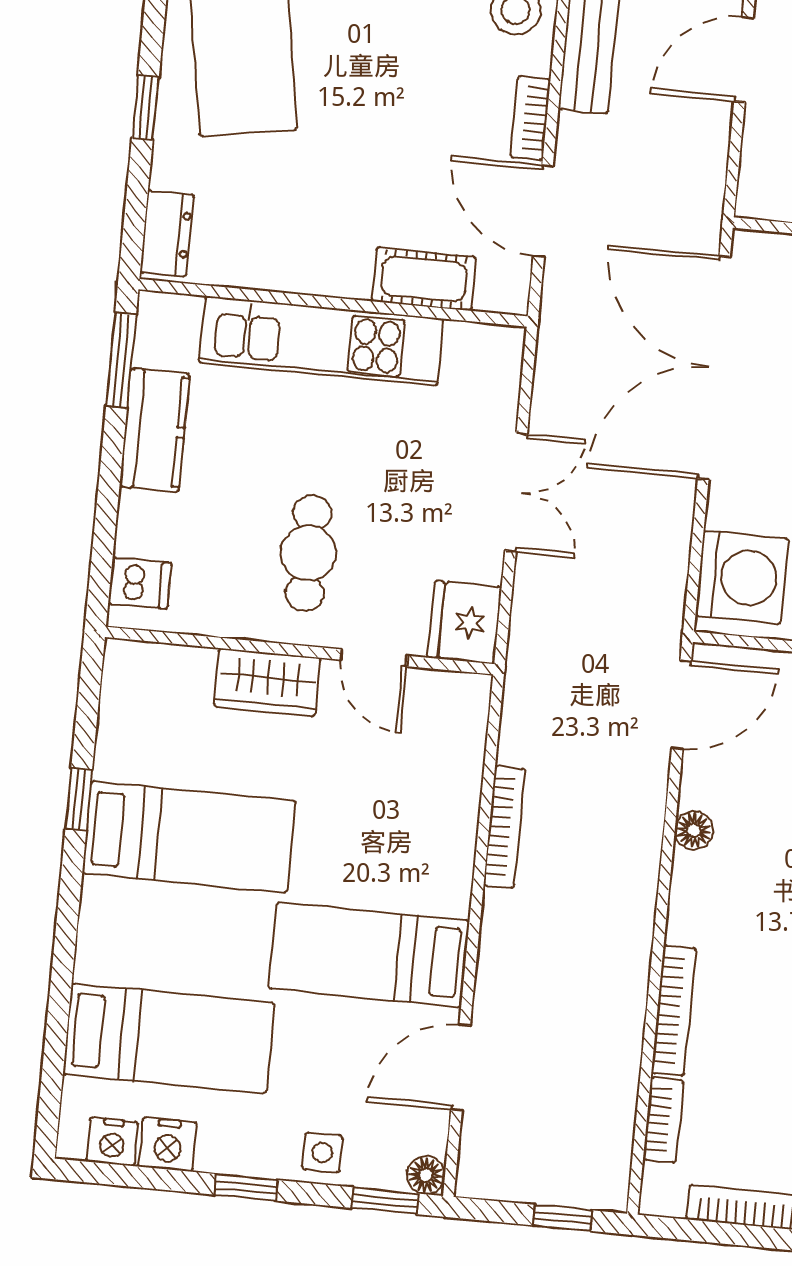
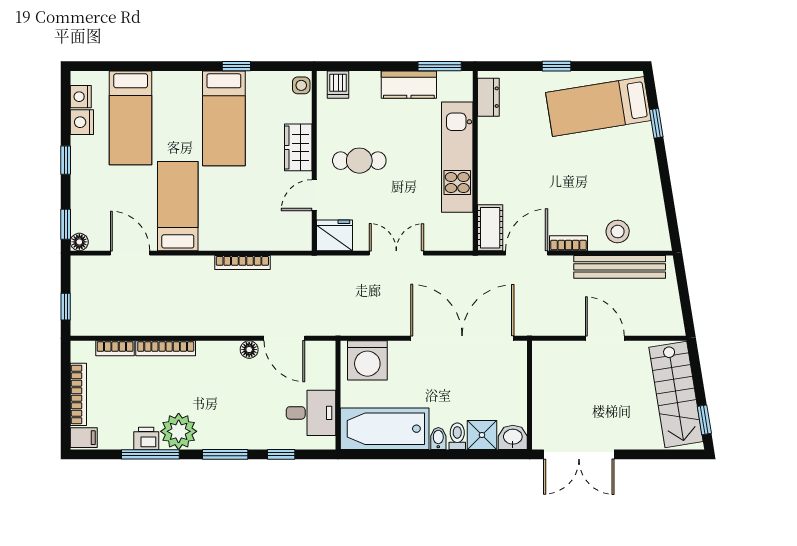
dresser: (167, 234) -> (488, 97), moved, turned -90
cot: (424, 279) -> (490, 228), moved
double door: (516, 492) -> (396, 253), swing flipped
door: (681, 704) -> (284, 338), moved
side table: (322, 1152) -> (301, 85), moved

